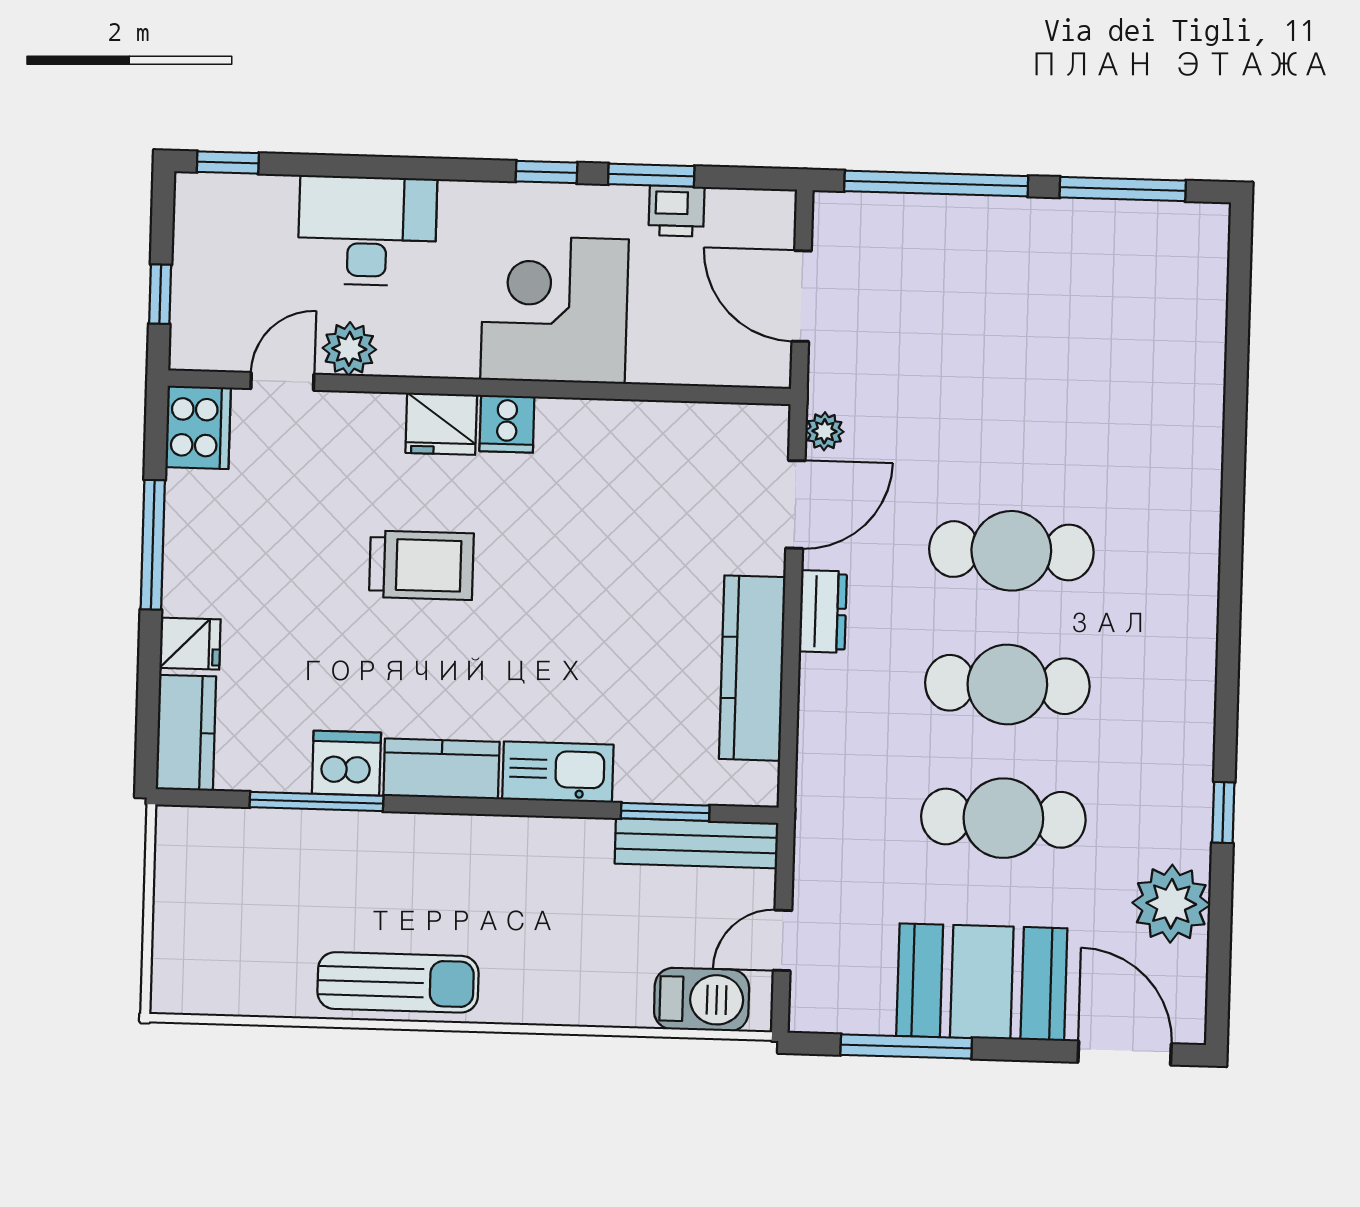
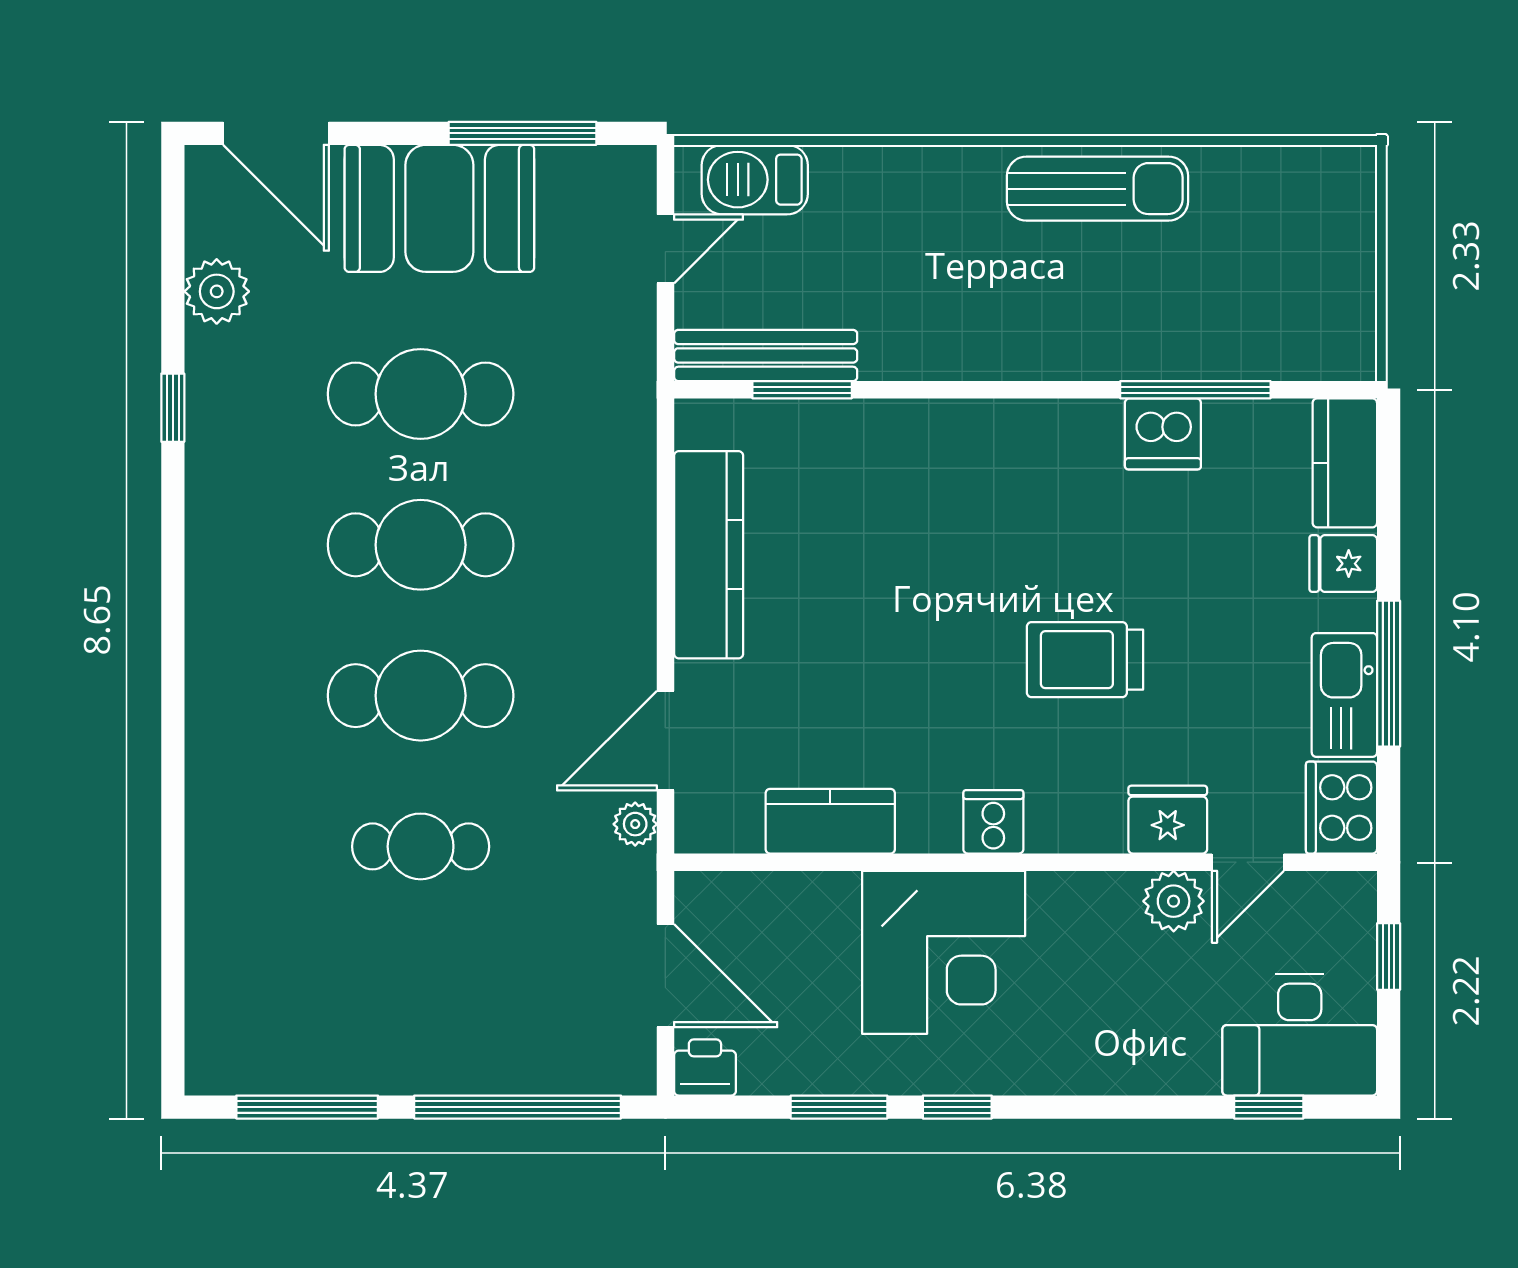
window: (228, 162) -> (1269, 1107), moved
printer: (676, 211) -> (705, 1068), moved
desk: (367, 231) -> (1300, 1035), moved
cafe table: (1015, 417) -> (421, 846), added
fridge: (441, 424) -> (1168, 820), moved
dresser: (823, 611) -> (631, 621), removed
kitchen counter: (441, 769) -> (830, 821), moved, turned 180
kitchen sink: (558, 772) -> (1344, 695), moved, turned 90
plant: (1171, 904) -> (217, 291), width x0.73, depth x0.73
sun lounger: (398, 982) -> (1097, 189), turned 180

